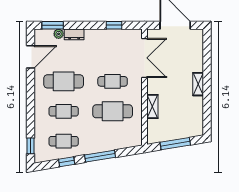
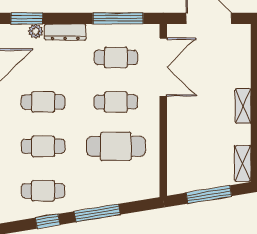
window: (114, 25) -> (118, 18), width x2.17
dresser: (74, 34) -> (65, 32), width x1.44
cafe table: (113, 51) -> (116, 57), added
cafe table: (64, 81) -> (43, 102), width x0.73, depth x0.74
shelving: (152, 107) -> (243, 163), moved

